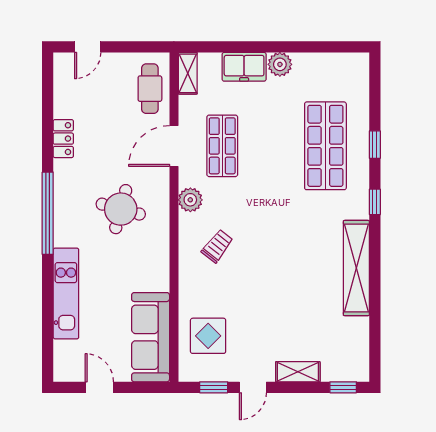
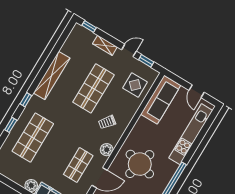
round table: (121, 209) -> (140, 164), width x1.36, depth x1.36
shop shelf: (274, 288) -> (93, 88), added
kitchen unit: (66, 294) -> (191, 134), width x1.36

